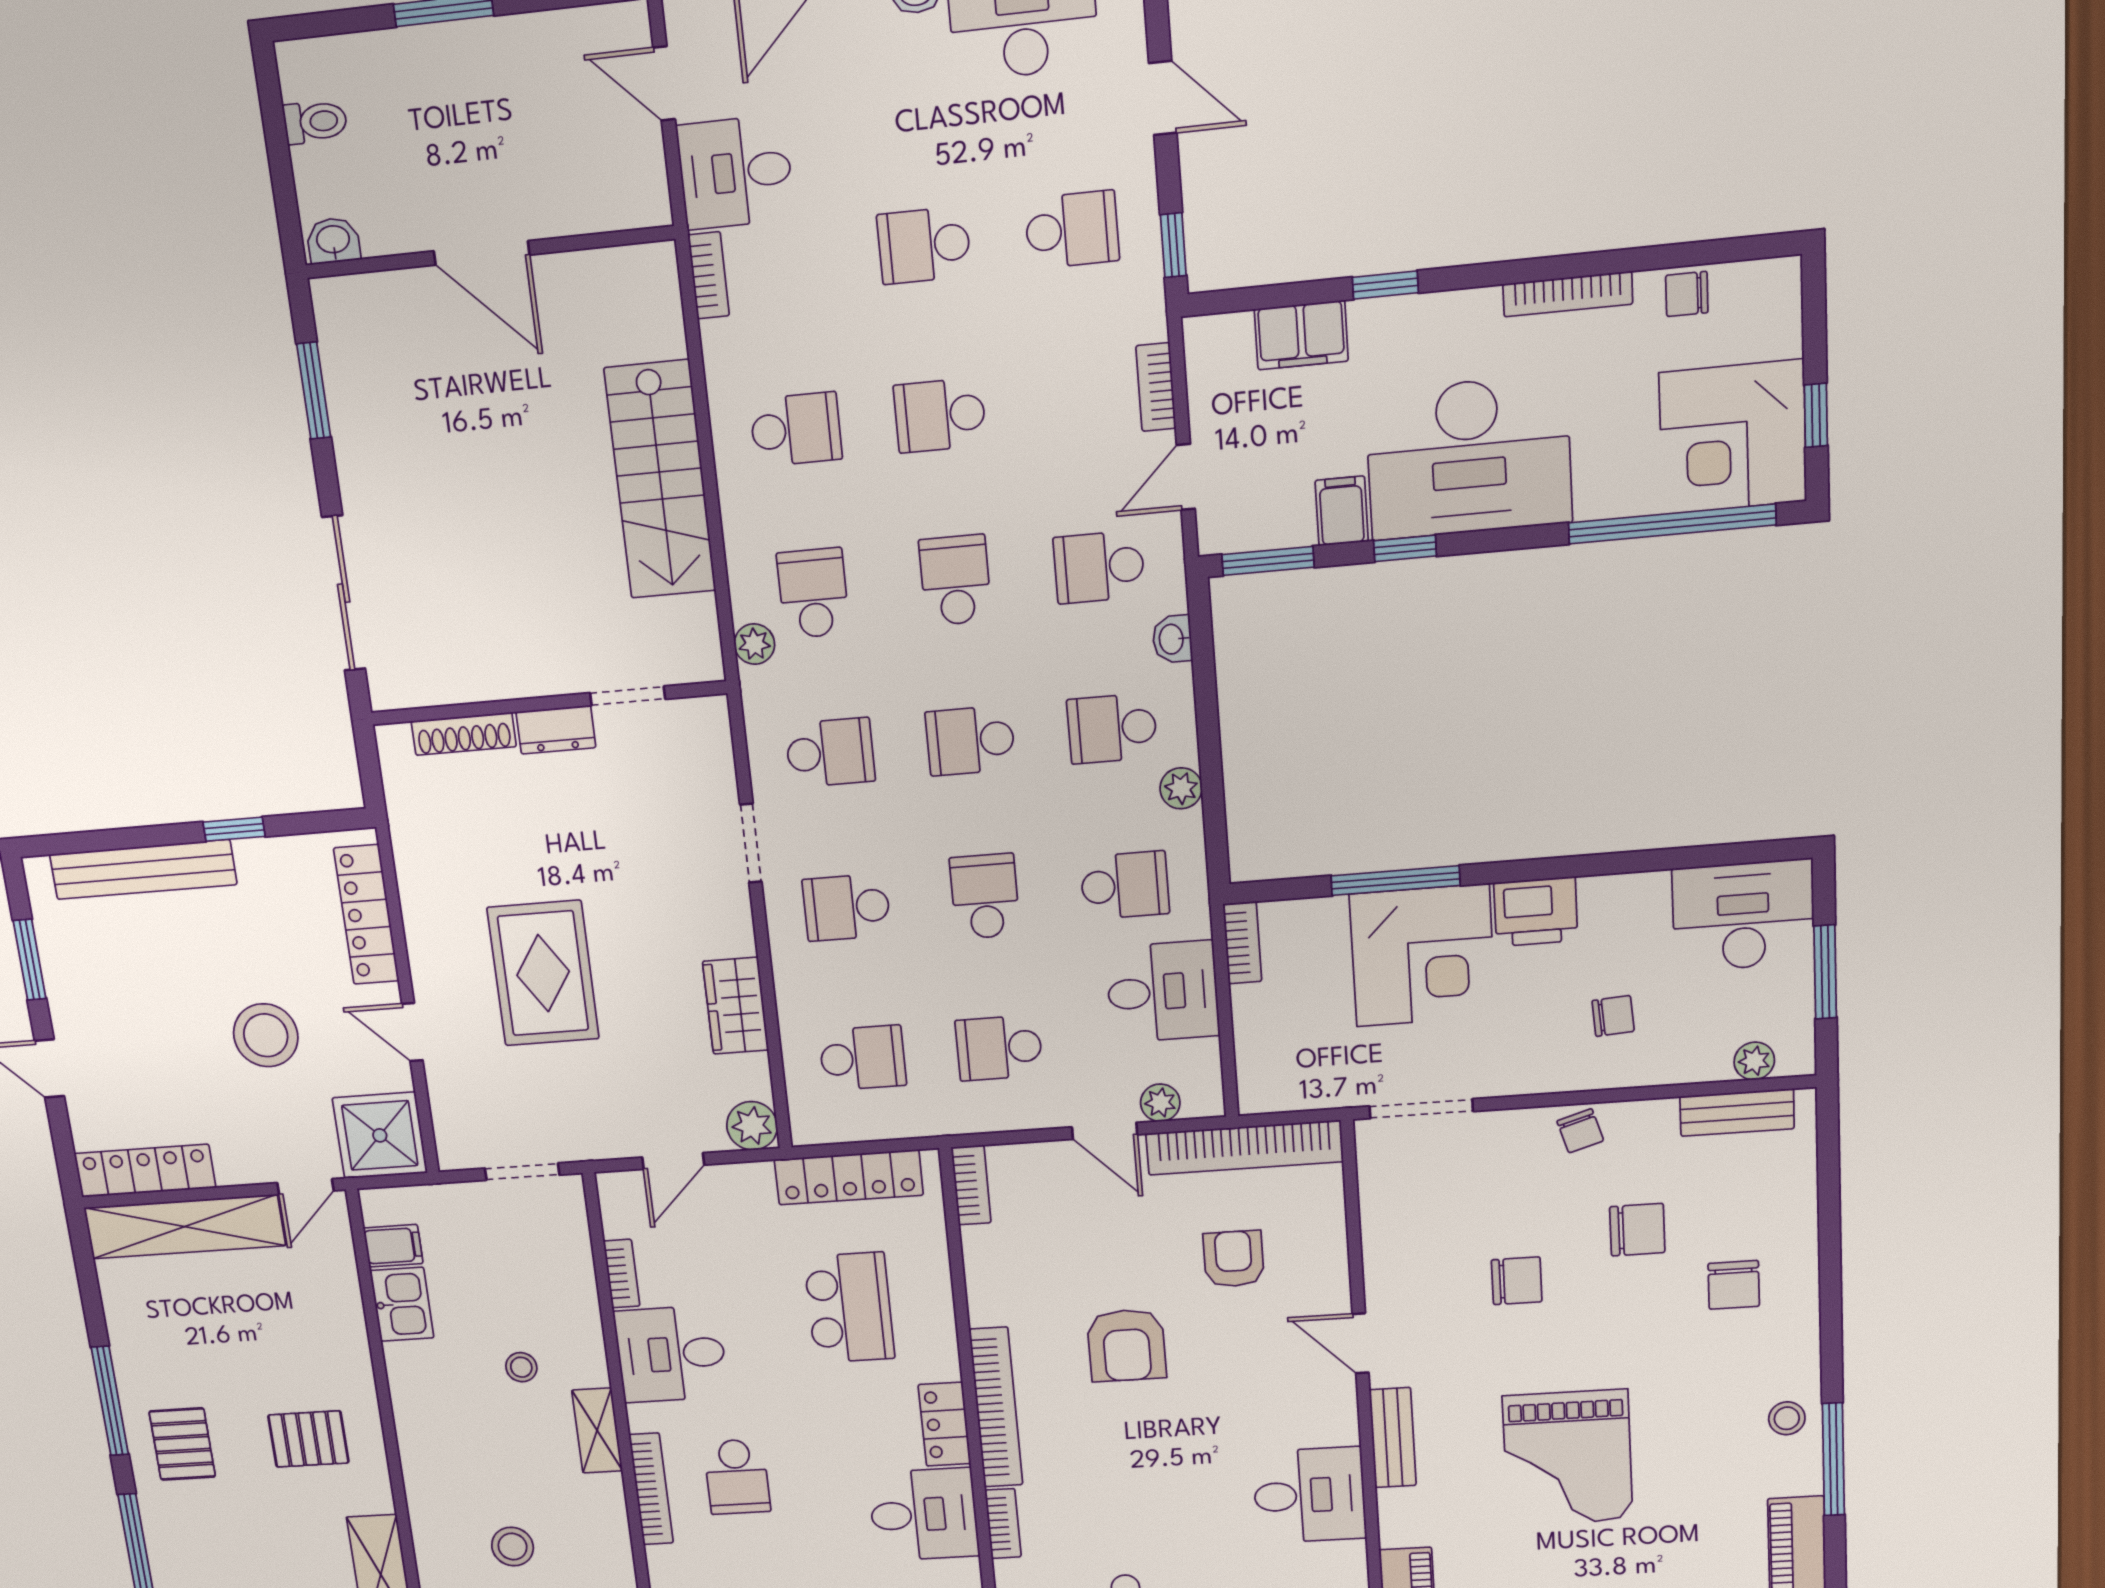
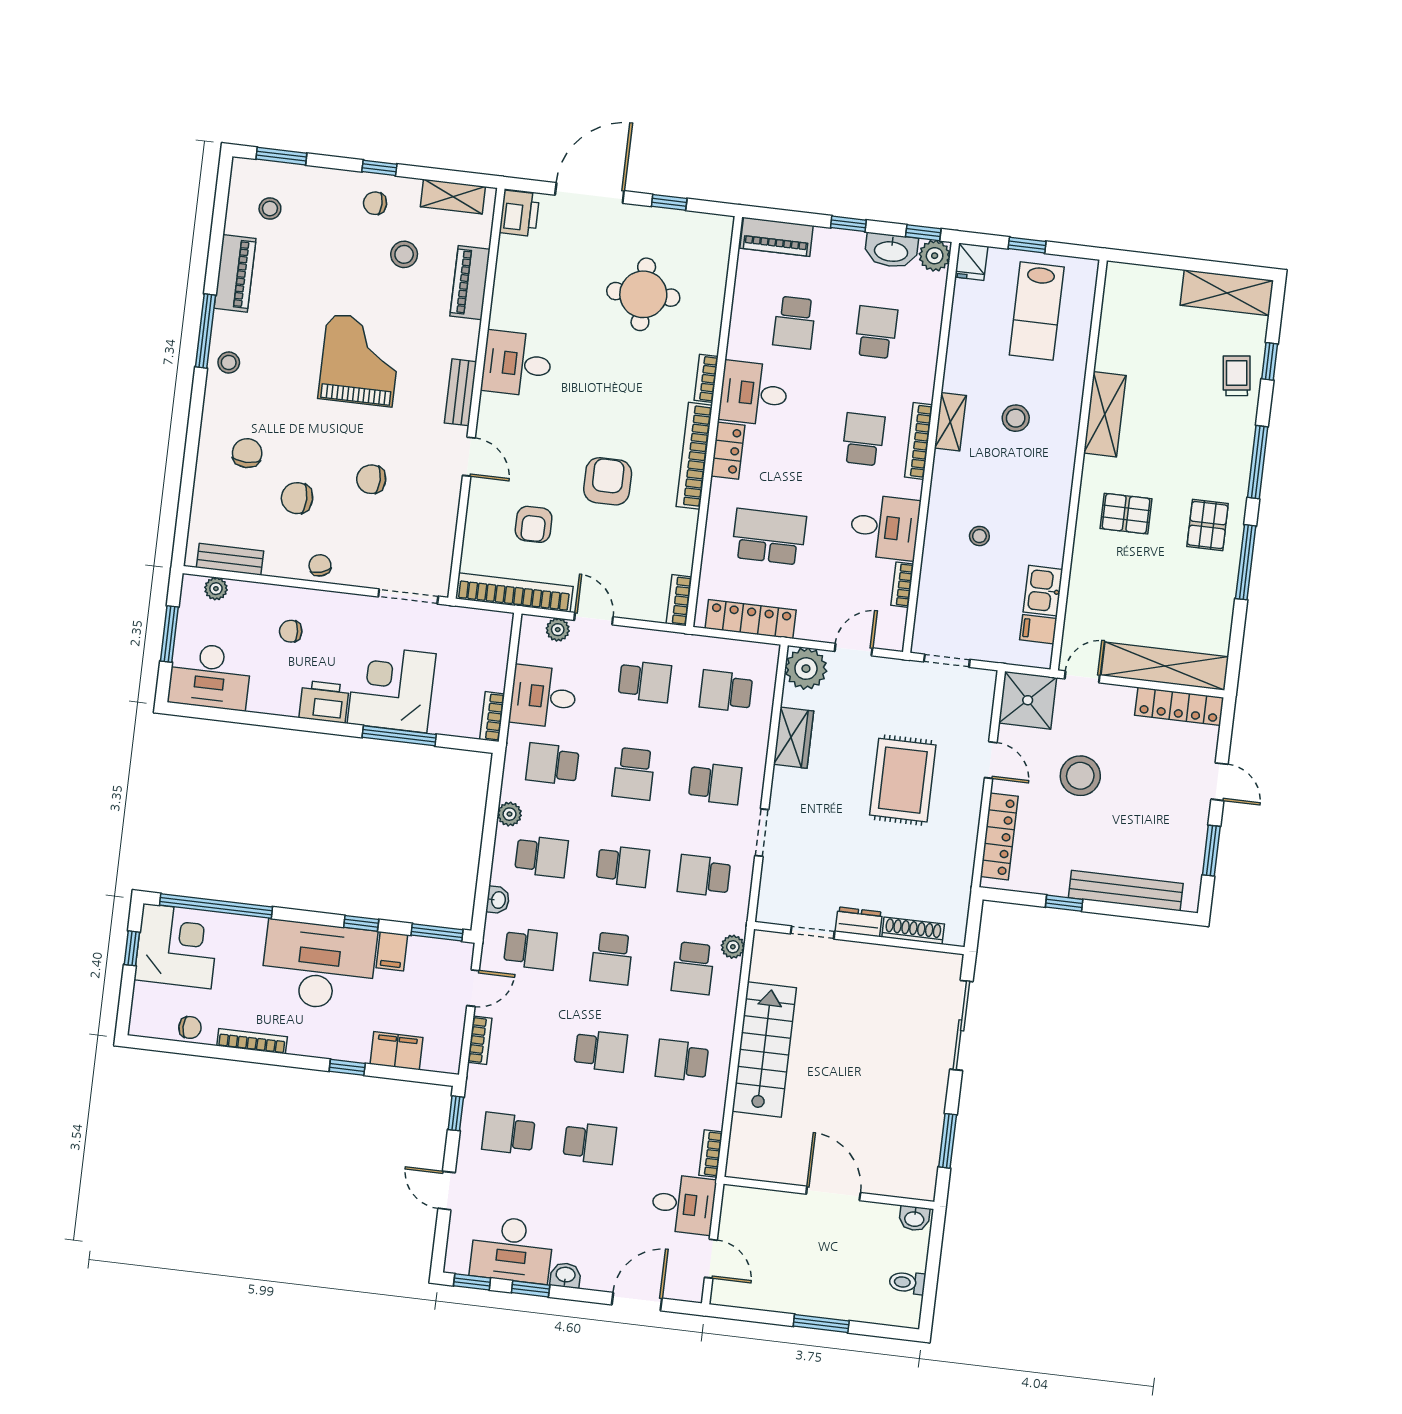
plant: (752, 1126) -> (806, 669), width x1.36, depth x1.36
school desk: (849, 1308) -> (769, 537), turned 90
shelving: (597, 1431) -> (950, 422), moved

